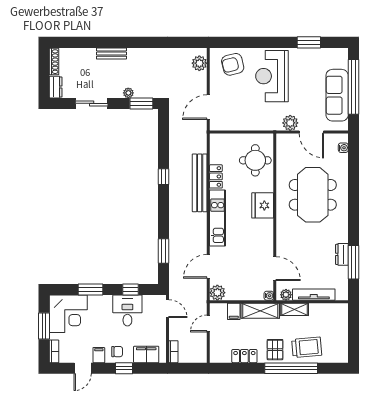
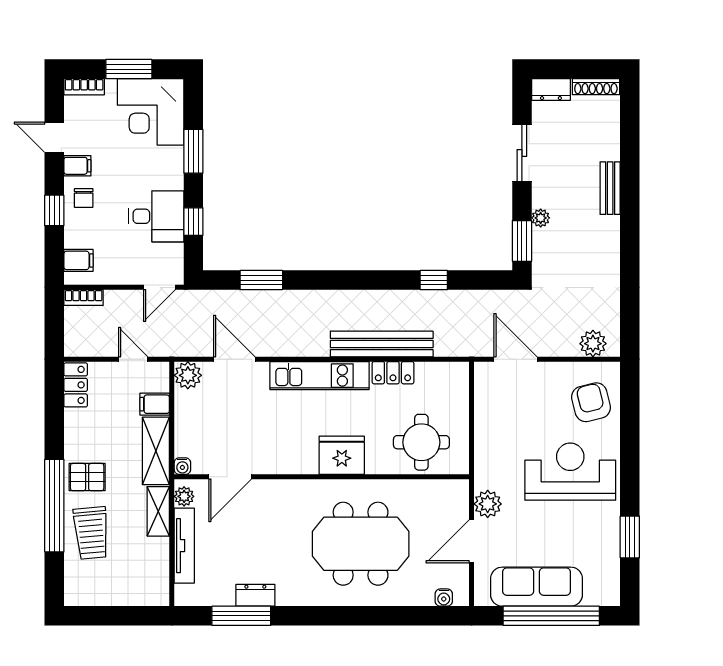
window: (164, 177) -> (434, 280), moved
filing cabinet: (146, 354) -> (79, 260), width x0.50
locker: (244, 356) -> (76, 385), moved

